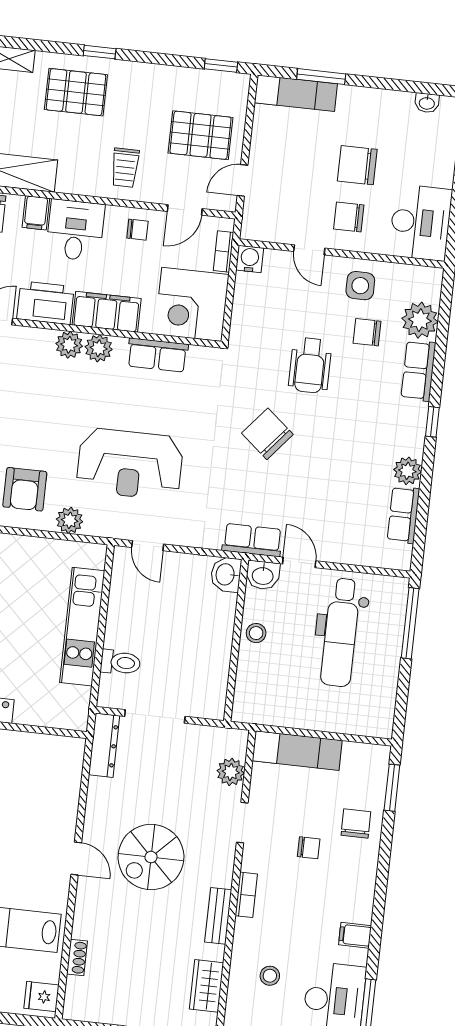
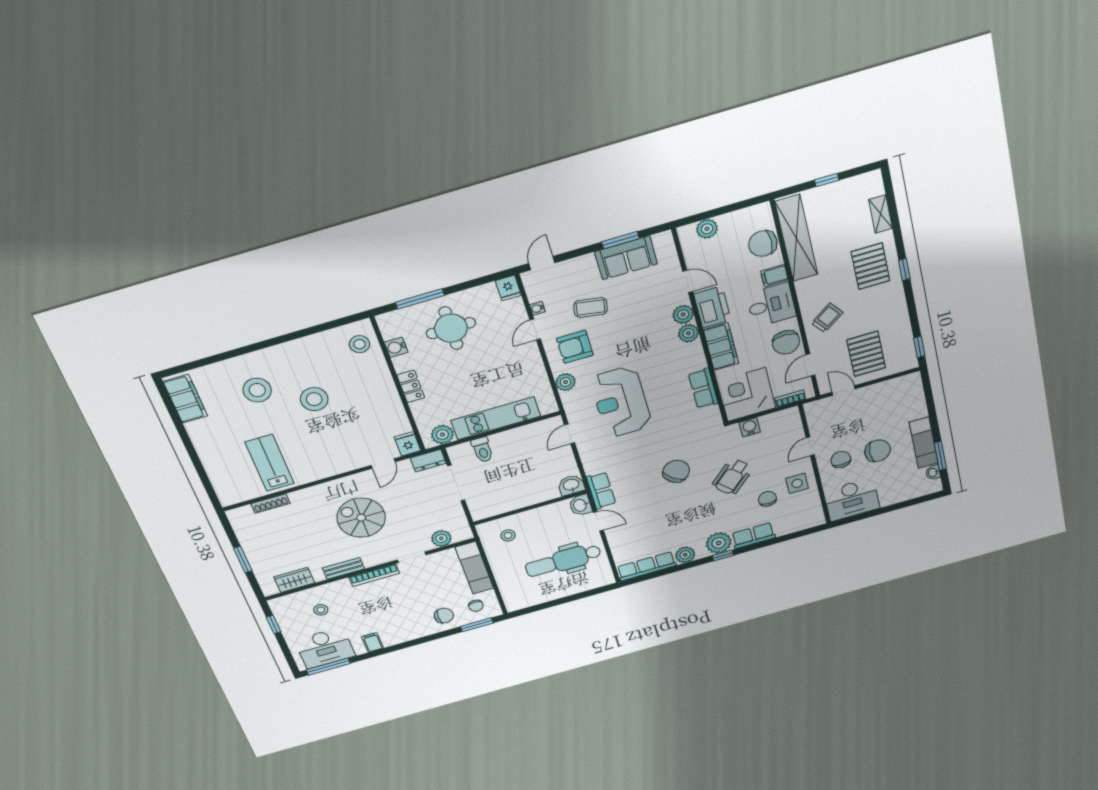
window: (321, 77) -> (940, 456), moved
exam couch: (296, 93) -> (924, 443), moved
chair: (357, 165) -> (878, 451), turned 90
trolley: (125, 168) -> (827, 318), turned 144
door: (185, 210) -> (811, 365), hinge flipped
chair: (137, 230) -> (786, 342), width x1.87, depth x1.87
water cooler: (250, 259) -> (750, 427), moved, turned -90
plant: (420, 320) -> (719, 543), moved
plant: (99, 348) -> (683, 314), moved
wheelchair: (310, 365) -> (732, 477), turned -45
row of seats: (403, 515) -> (647, 566), width x1.48
door: (299, 562) -> (598, 521), hinge flipped
window: (410, 623) -> (587, 594), removed
stool: (256, 633) -> (508, 535), moved
plant: (75, 702) -> (442, 435), added
dresser: (104, 745) -> (428, 461), width x0.70
chair: (309, 848) -> (476, 606), moved
door: (76, 859) -> (383, 464), moved
bookcase: (246, 895) -> (374, 575), width x1.56
shoe rack: (77, 957) -> (270, 504), width x1.43
fridge: (41, 997) -> (408, 444), moved

